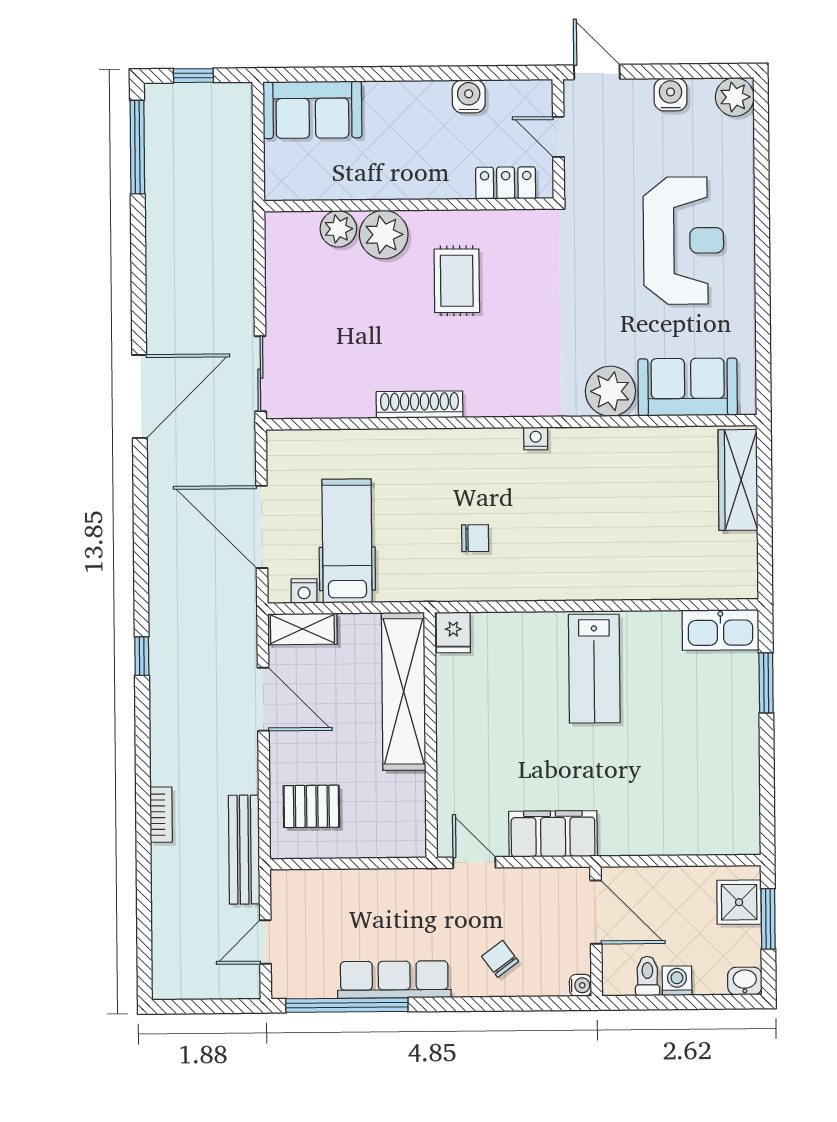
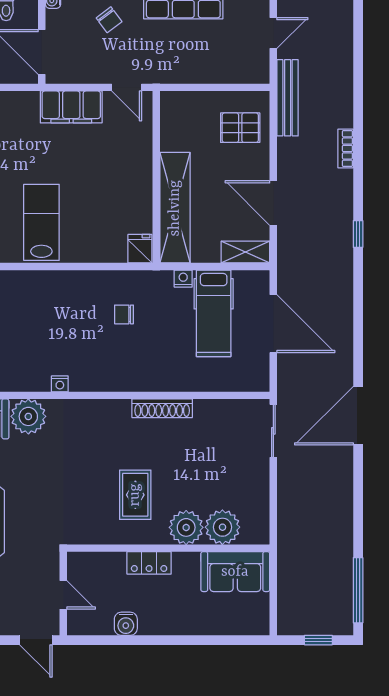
sofa: (312, 110) -> (235, 572), moved, turned 180
locker: (506, 183) -> (149, 563), moved
plant: (338, 229) -> (222, 527), width x1.36, depth x1.36
nightstand: (536, 438) -> (60, 384), moved
nightstand: (304, 591) -> (183, 279), moved
bookcase: (161, 815) -> (346, 148), moved

